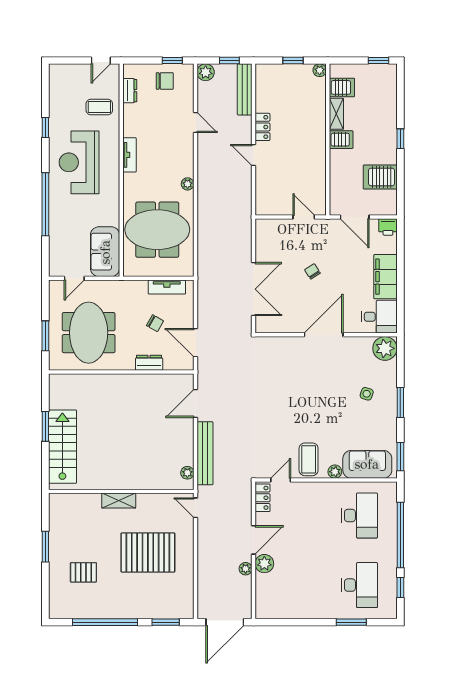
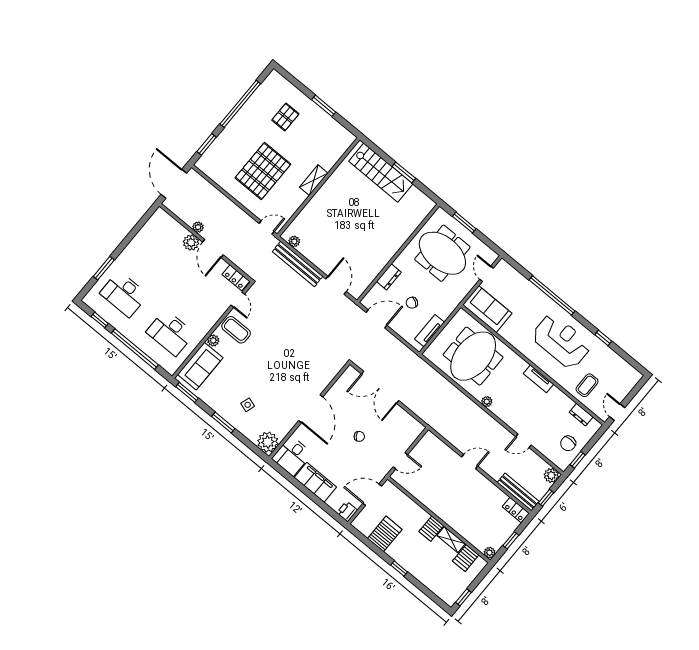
locker: (262, 127) -> (516, 510), moved

